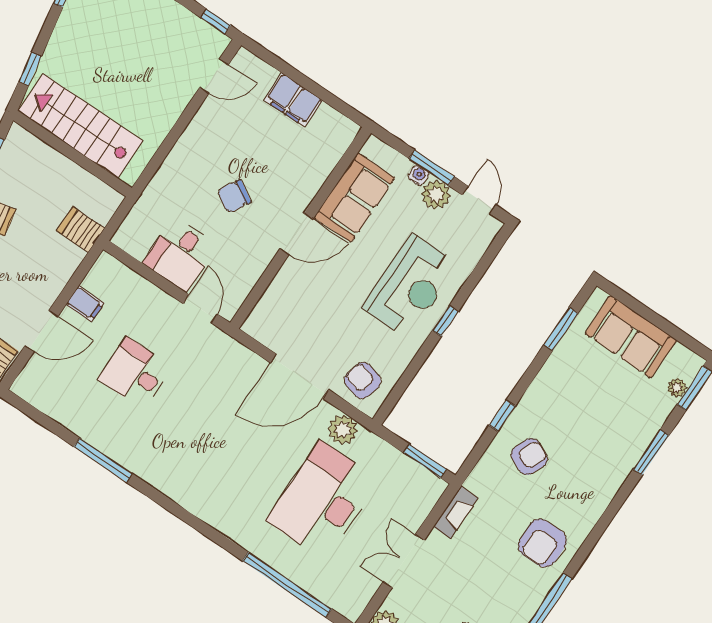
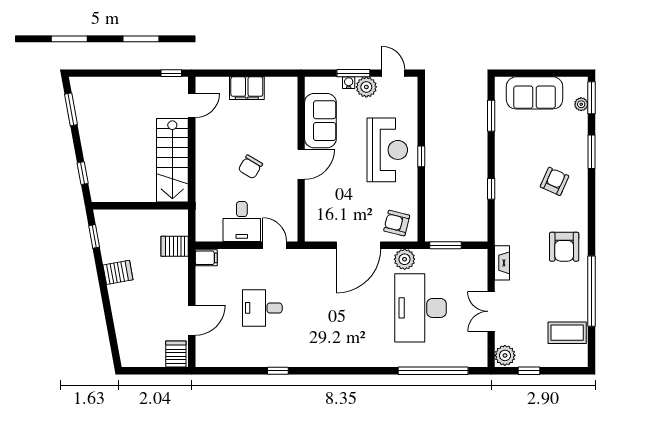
stairs: (80, 126) -> (172, 160), moved, turned -90
filing cabinet: (85, 304) -> (206, 258), moved
armchair: (529, 457) -> (555, 181), moved
window: (103, 460) -> (278, 371), width x0.46
window: (425, 461) -> (445, 245), moved

